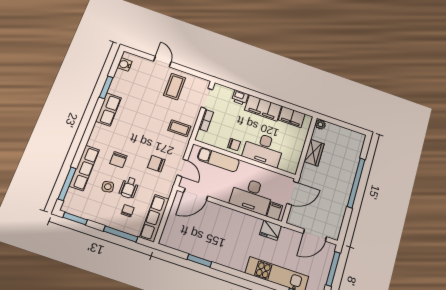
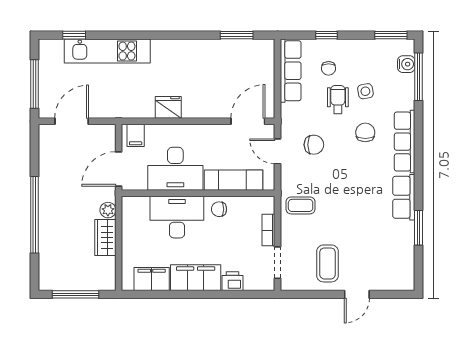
door: (162, 62) -> (357, 294), hinge flipped
water cooler: (125, 64) -> (406, 64), moved
plant: (320, 124) -> (108, 210), moved
window: (343, 125) -> (76, 294), added
row of seats: (84, 168) -> (405, 142), moved
desk: (252, 196) -> (175, 169), moved, turned 180
fridge: (270, 230) -> (168, 107), moved
window: (121, 234) -> (326, 35), width x0.46
window: (199, 261) -> (237, 35), moved

